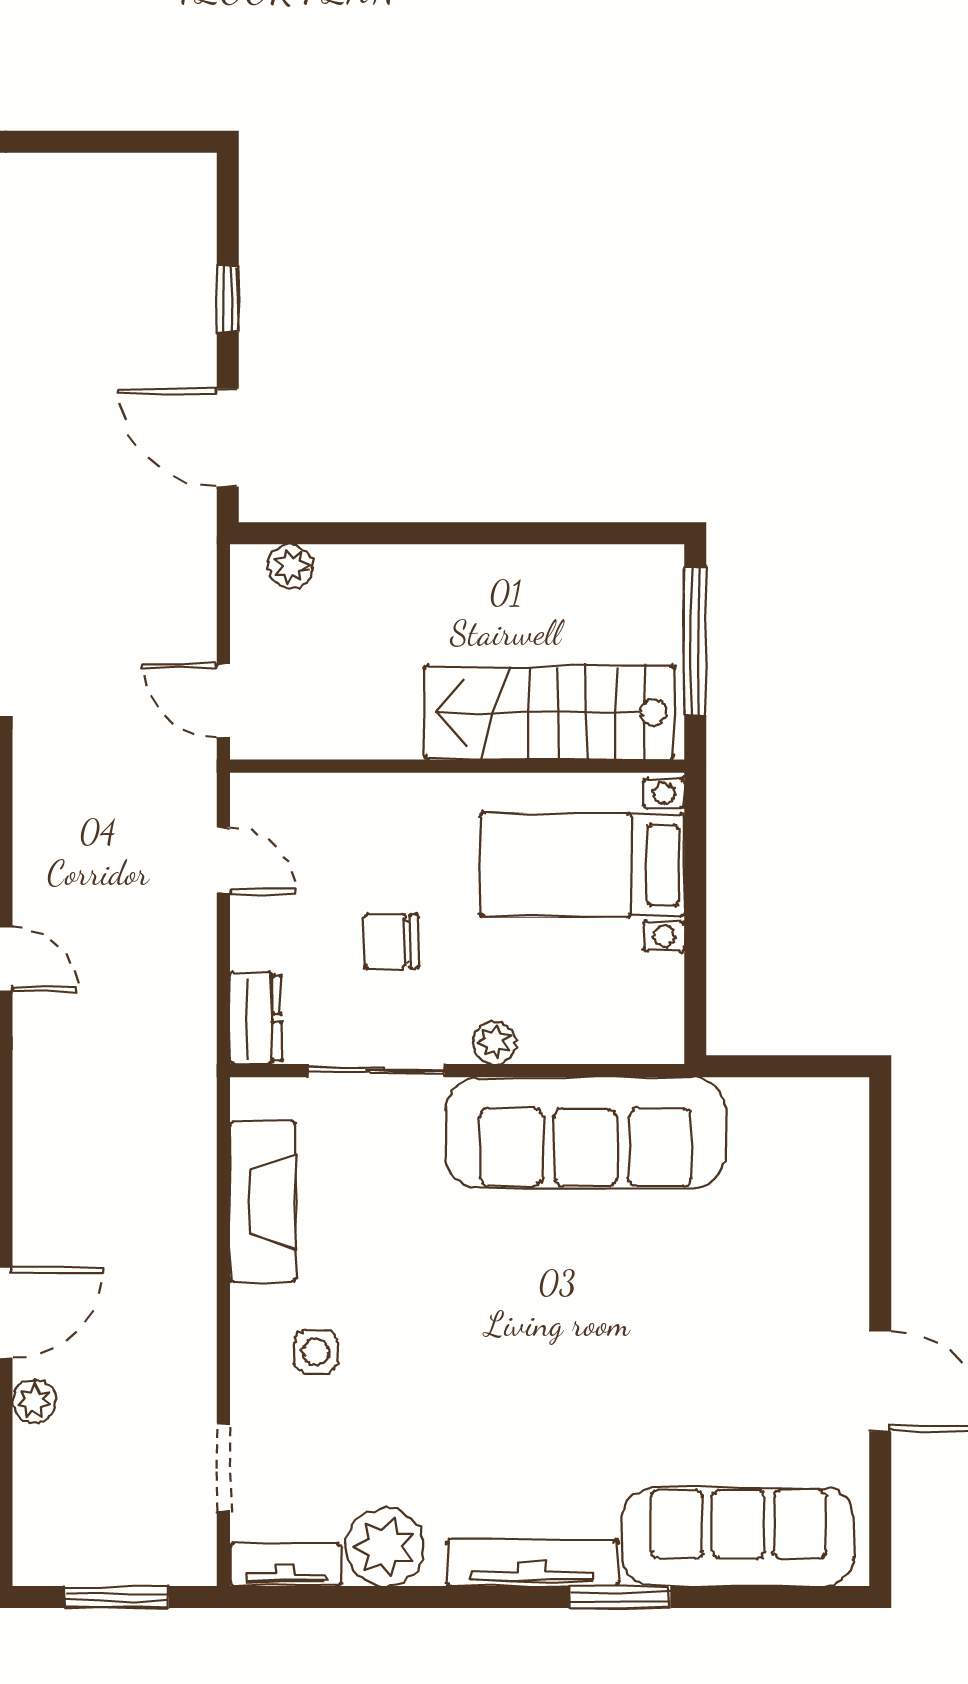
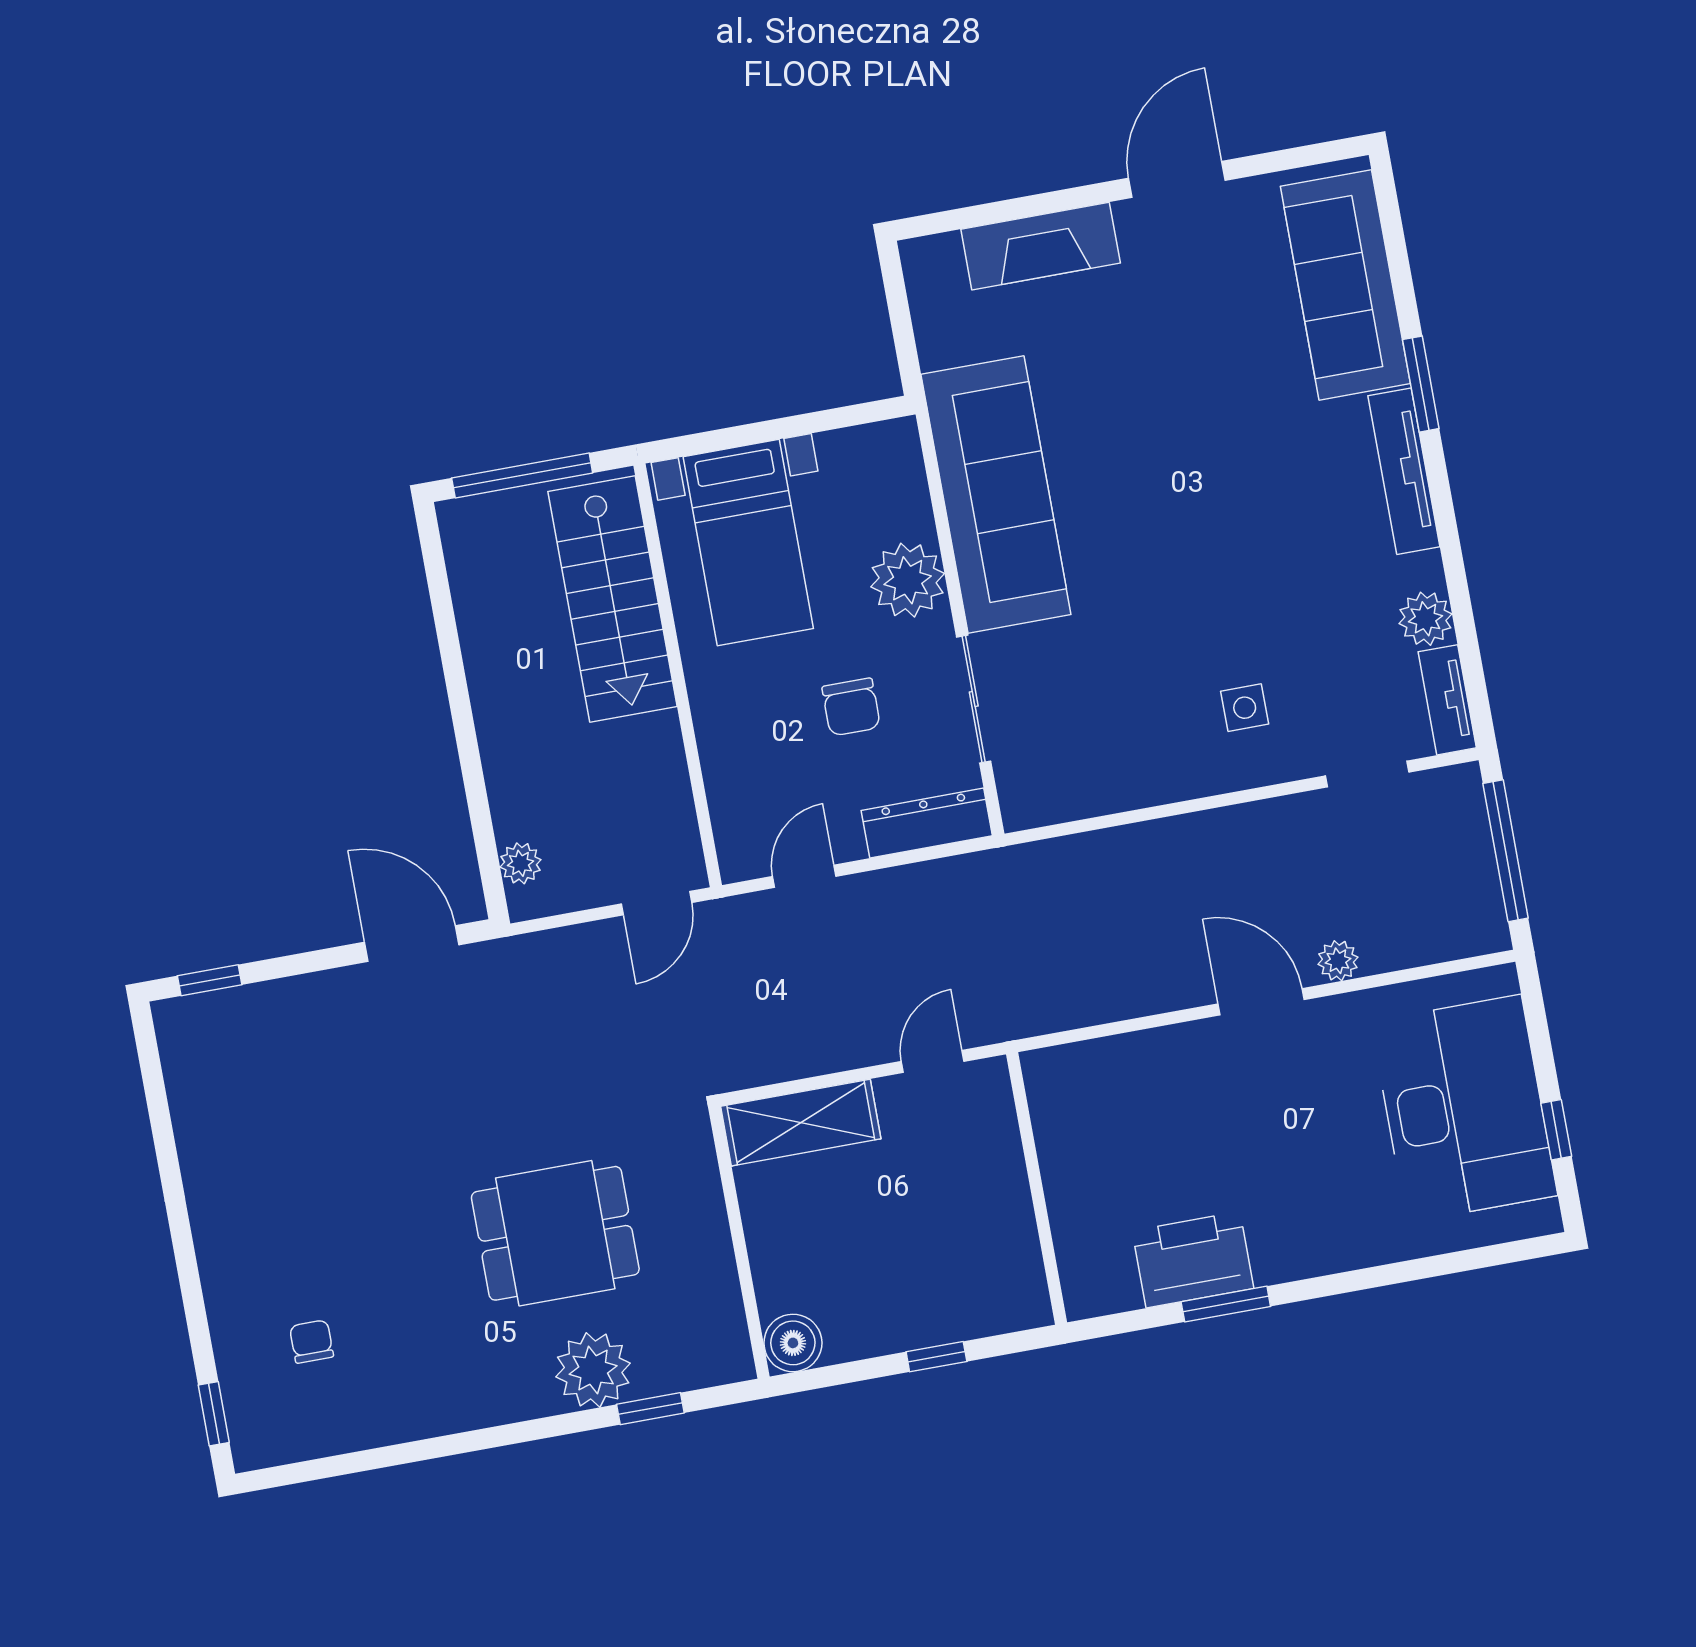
window: (228, 299) -> (210, 980), moved
door: (228, 438) -> (412, 944), swing flipped
dresser: (256, 1018) -> (927, 823), width x1.44
plant: (494, 1043) -> (908, 580), width x1.88, depth x1.88
fireplace: (263, 1202) -> (1041, 246), moved, turned 180
plant: (385, 1547) -> (1425, 619), width x0.73, depth x0.73
window: (117, 1597) -> (1506, 851), width x1.44

